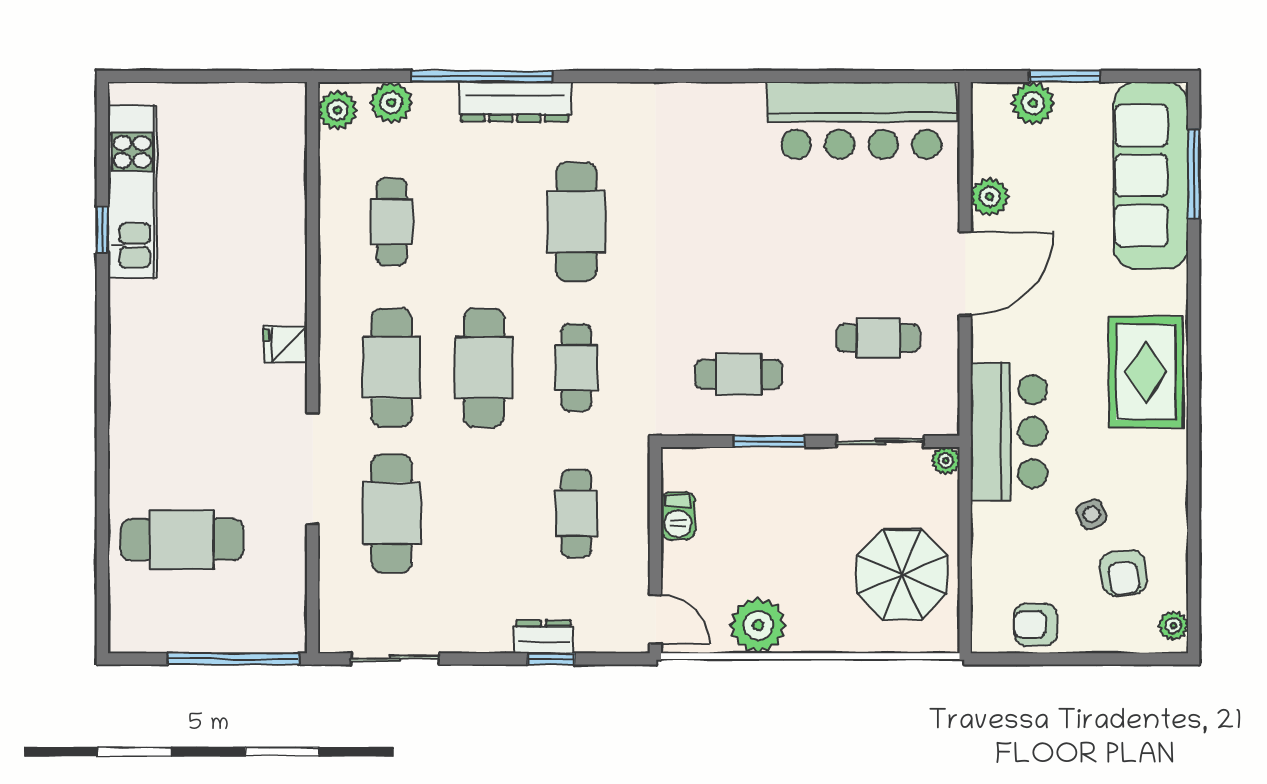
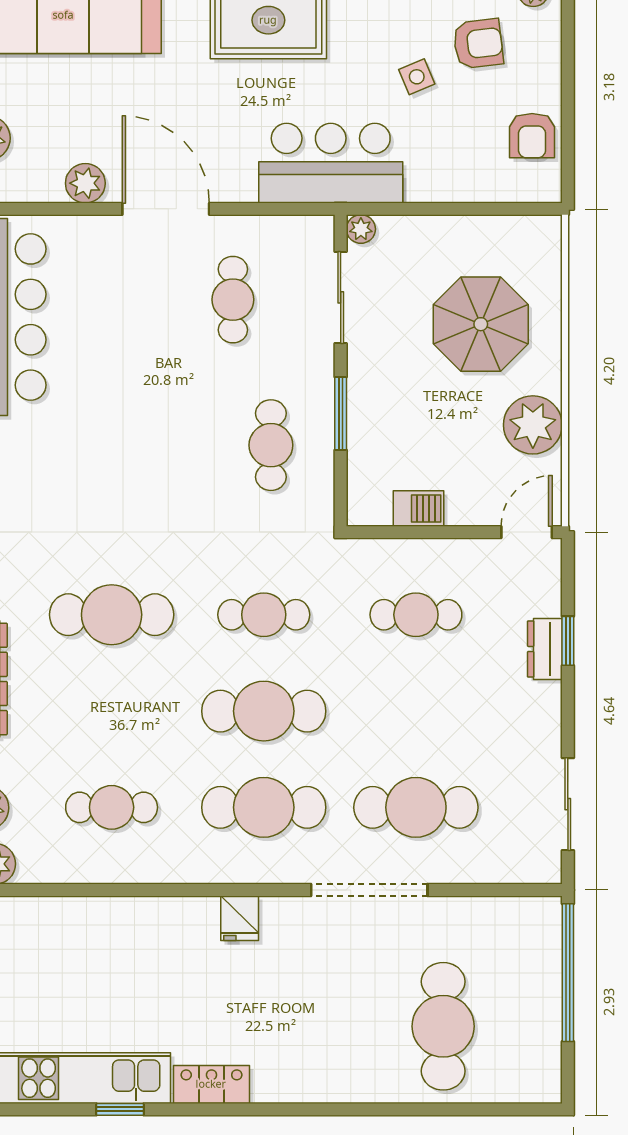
locker: (126, 317) -> (211, 1084), added
parasol: (902, 574) -> (481, 324), moved

